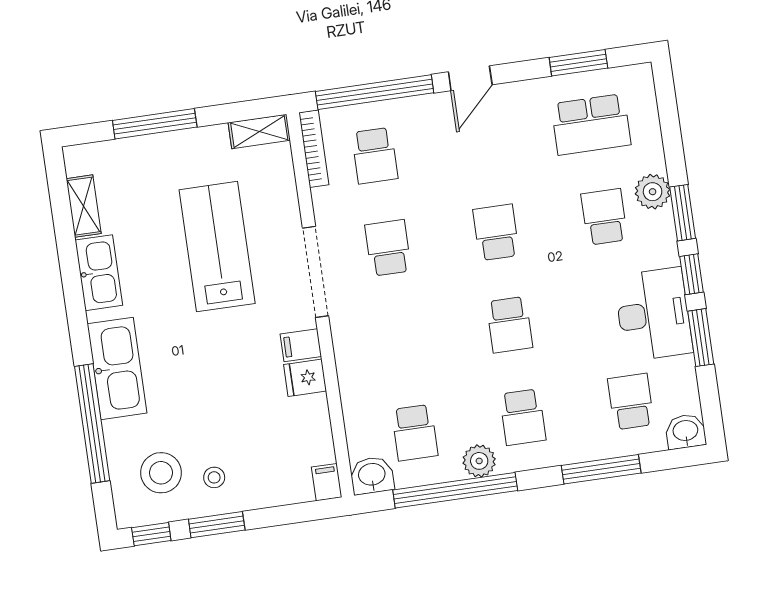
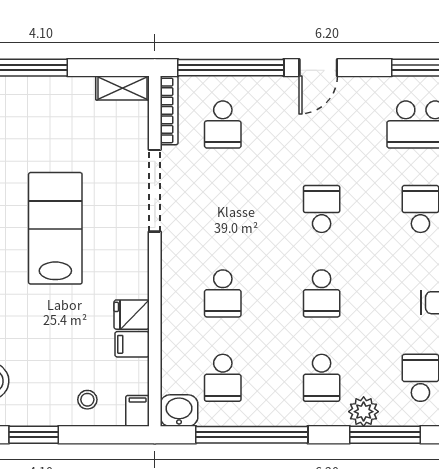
lab bench: (217, 247) -> (55, 228), moved
school desk: (388, 248) -> (223, 293), moved, turned 180
doorway: (316, 272) -> (155, 191), moved
filing cabinet: (301, 345) -> (132, 344), moved
plant: (479, 461) -> (364, 412), moved
stool: (214, 477) -> (87, 400), moved

